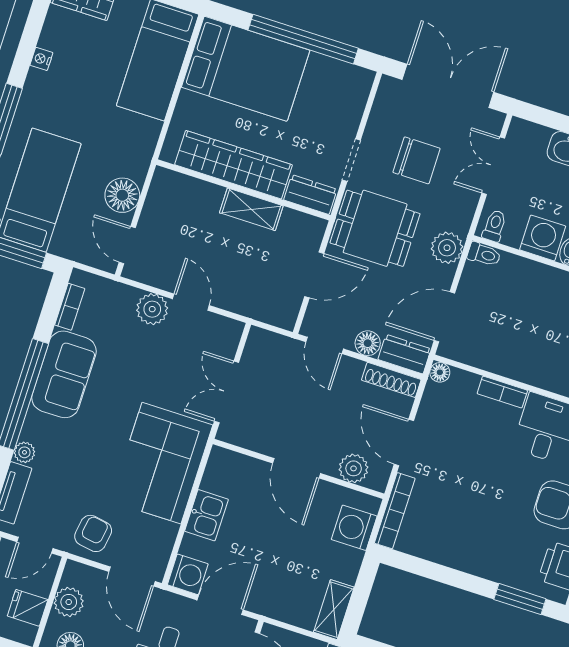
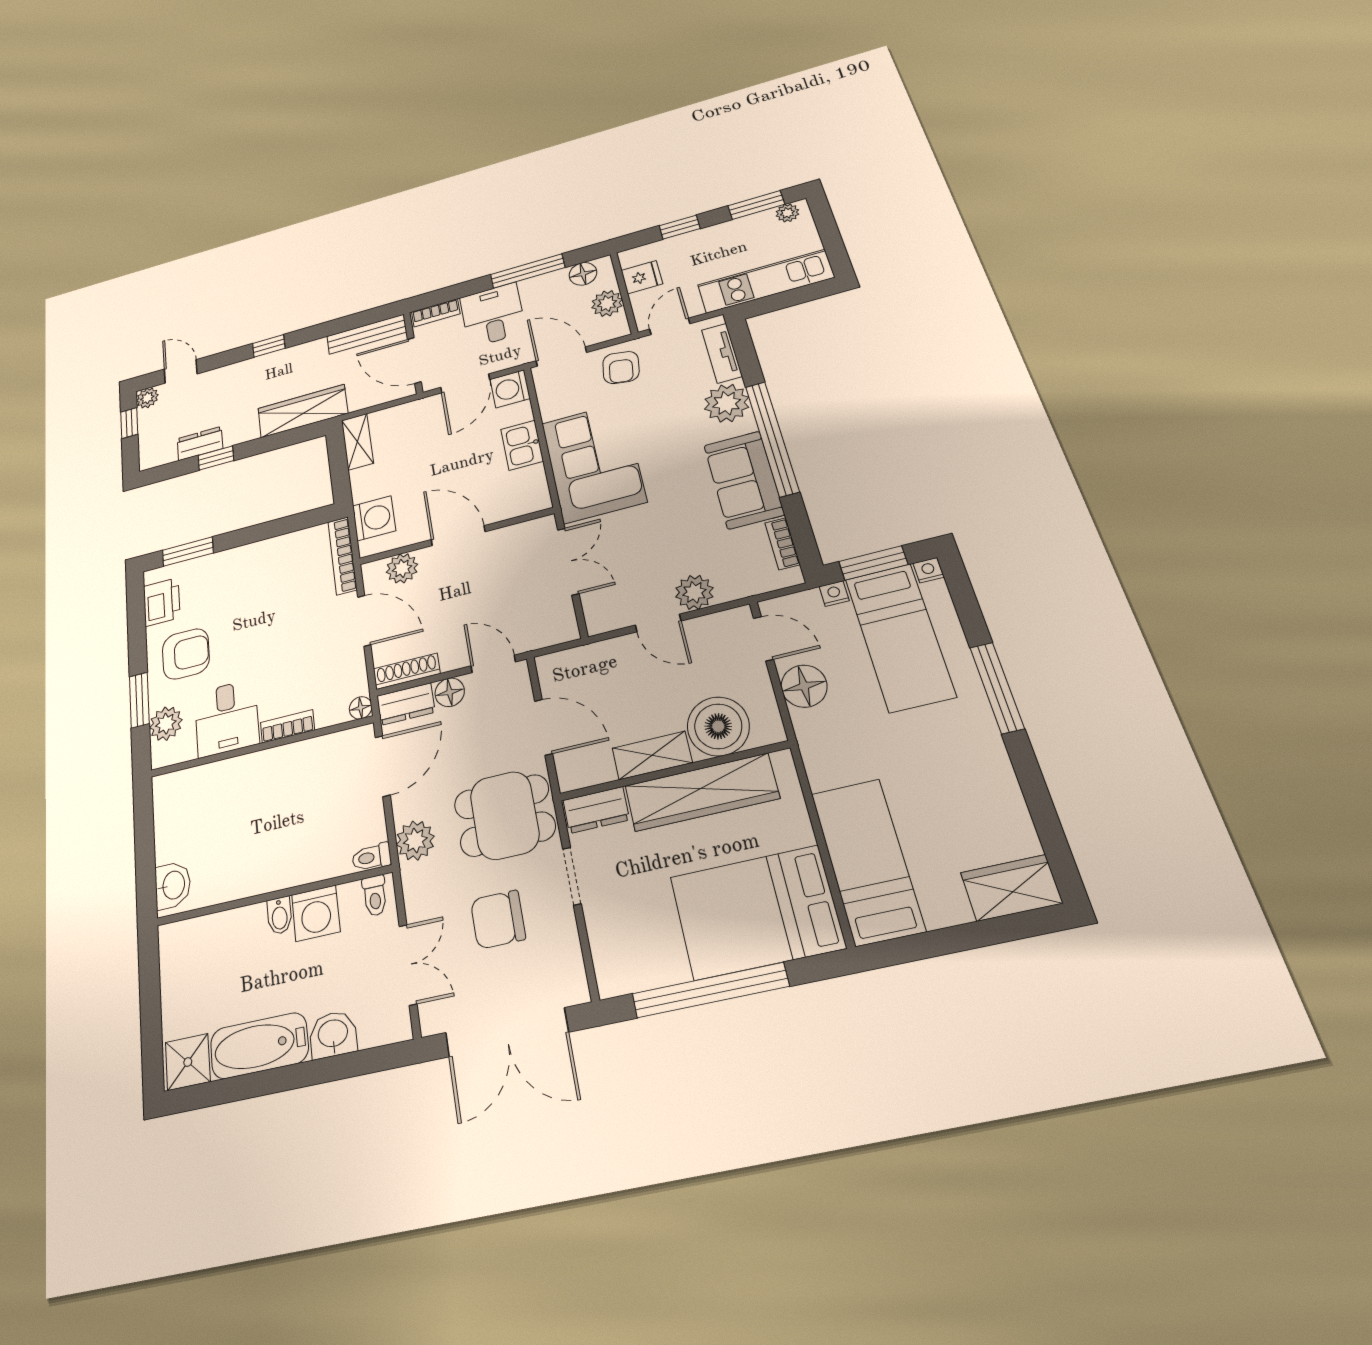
nightstand: (41, 59) -> (834, 594), moved, turned -90
boiler: (195, 202) -> (718, 726), added
door: (314, 275) -> (544, 727), swing flipped
plant: (24, 452) -> (727, 403), width x1.88, depth x1.88

